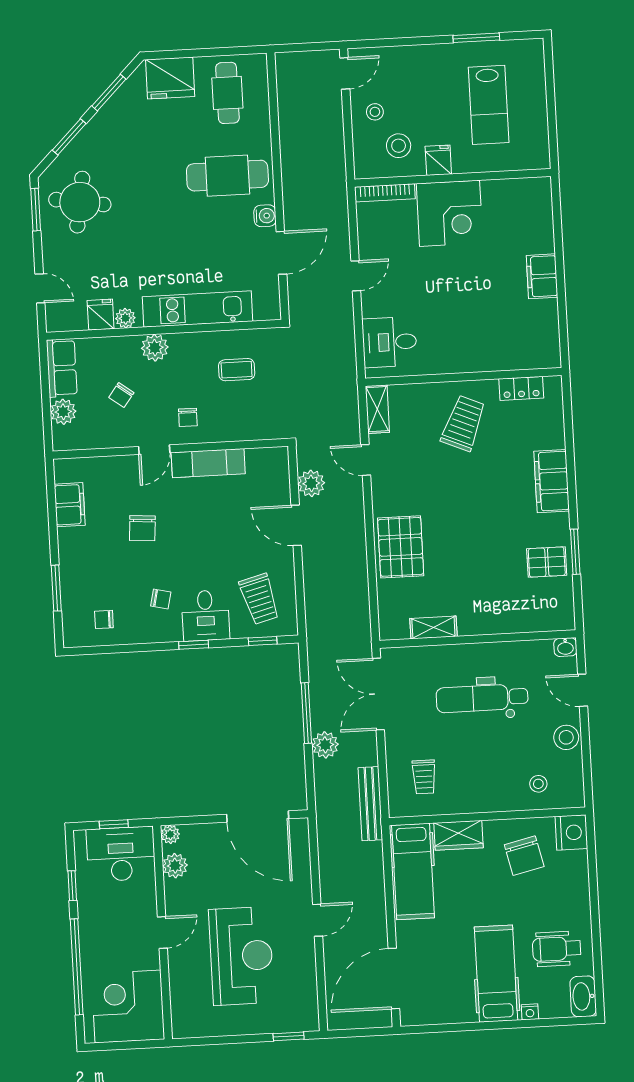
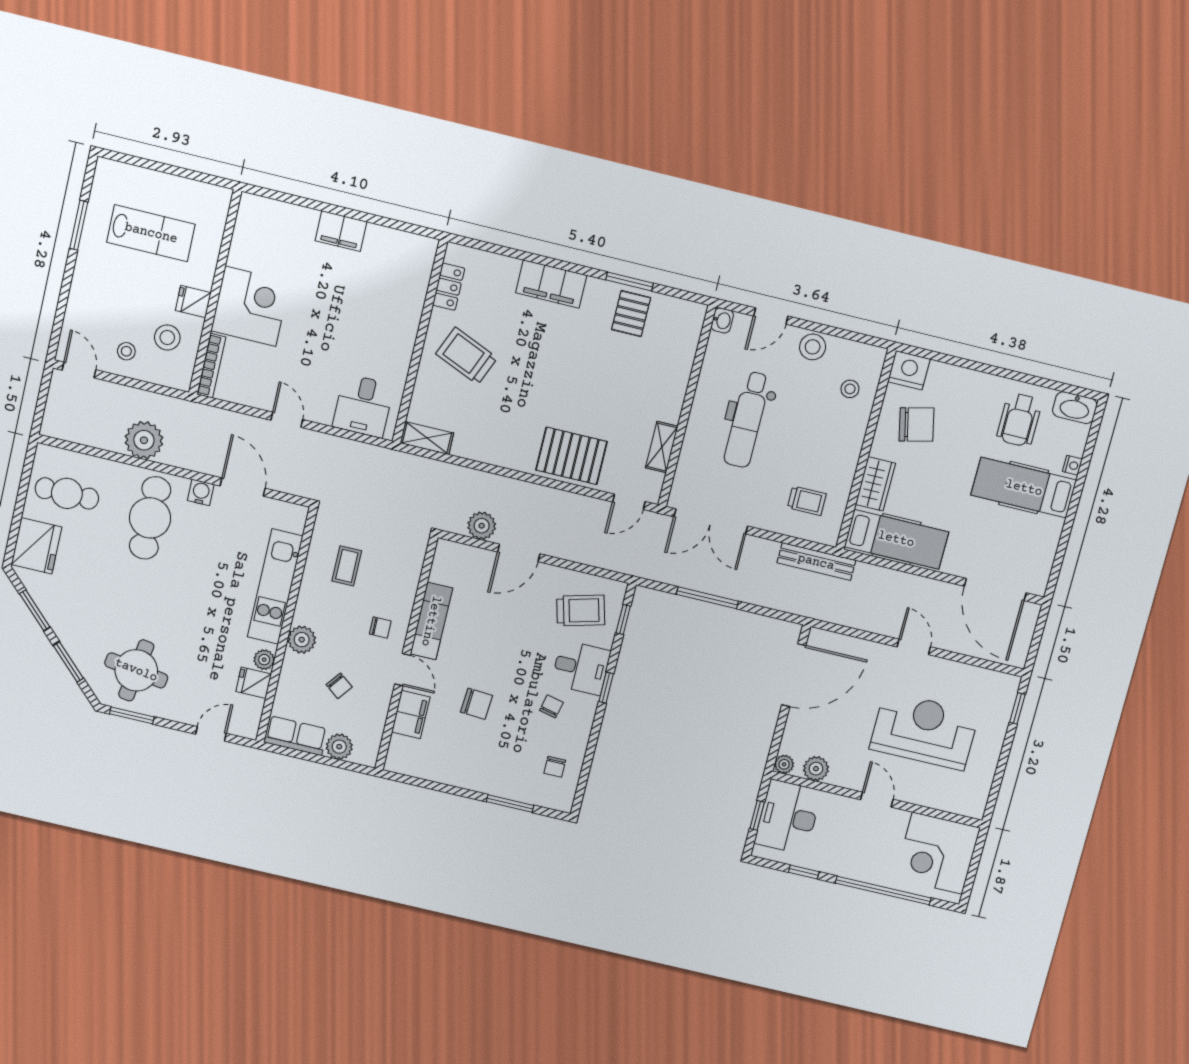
door: (366, 460) -> (629, 502), moved
filing cabinet: (70, 505) -> (411, 715), moved, turned 90
plant: (325, 745) -> (144, 440), moved, width x1.36, depth x1.36

